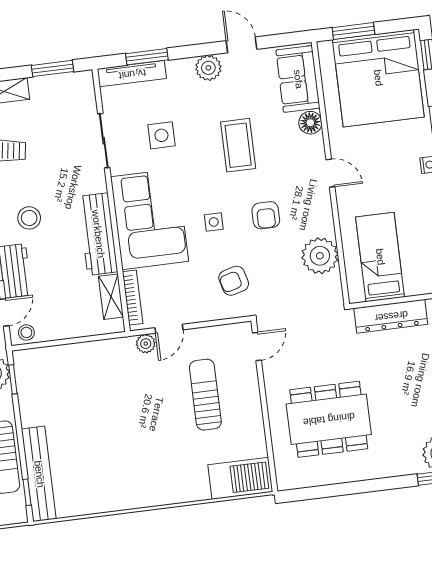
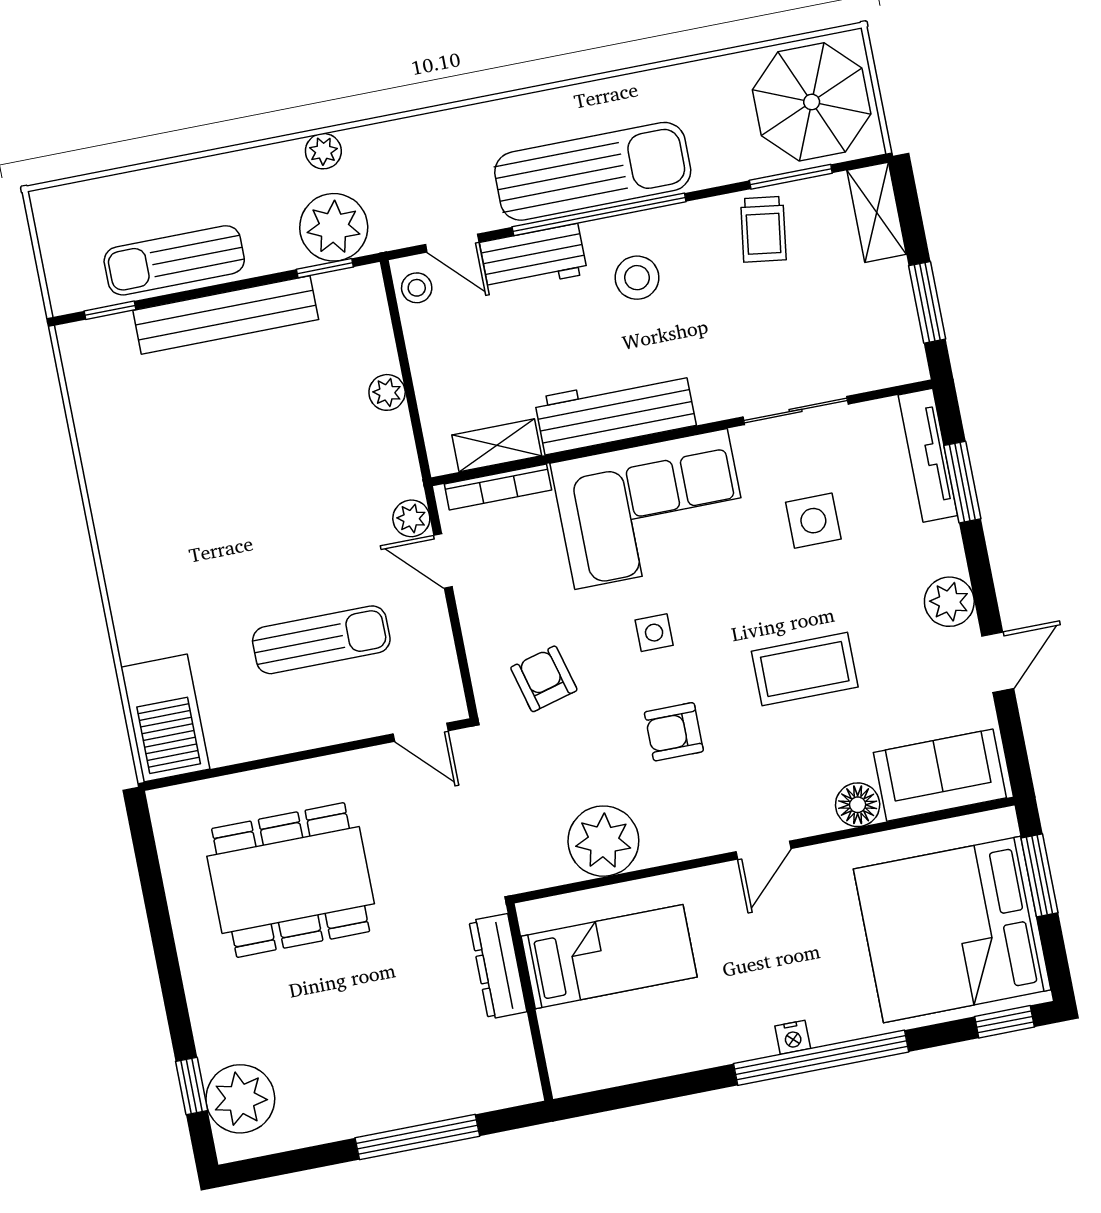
dresser: (391, 316) -> (498, 966), width x0.73, depth x0.80
plant: (80, 352) -> (387, 392), added
dining table: (329, 419) -> (291, 880), turned 90
bench: (39, 474) -> (226, 315), moved

